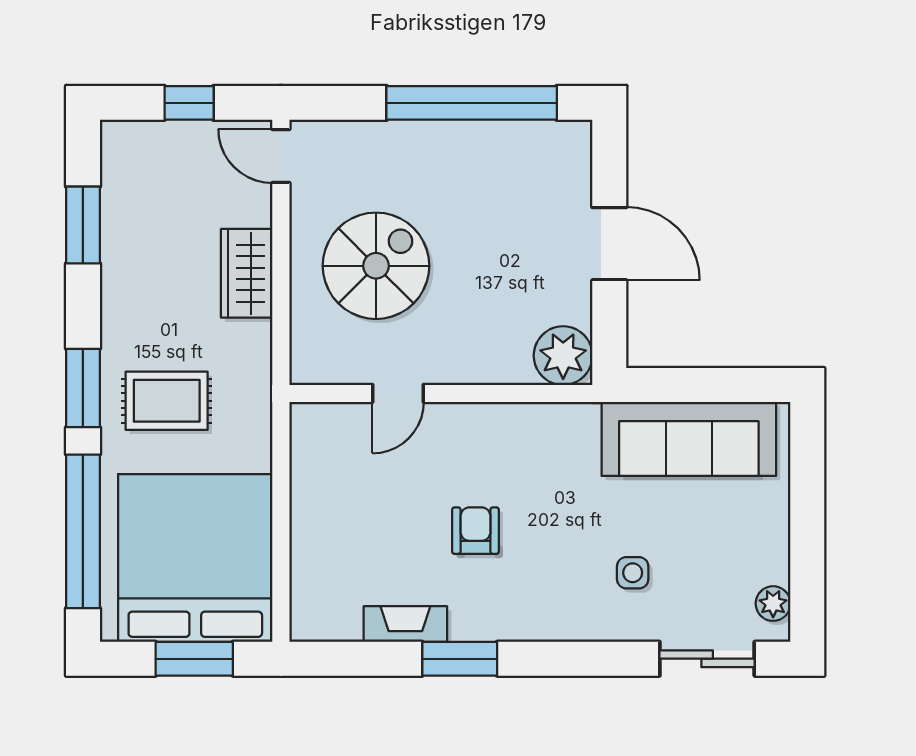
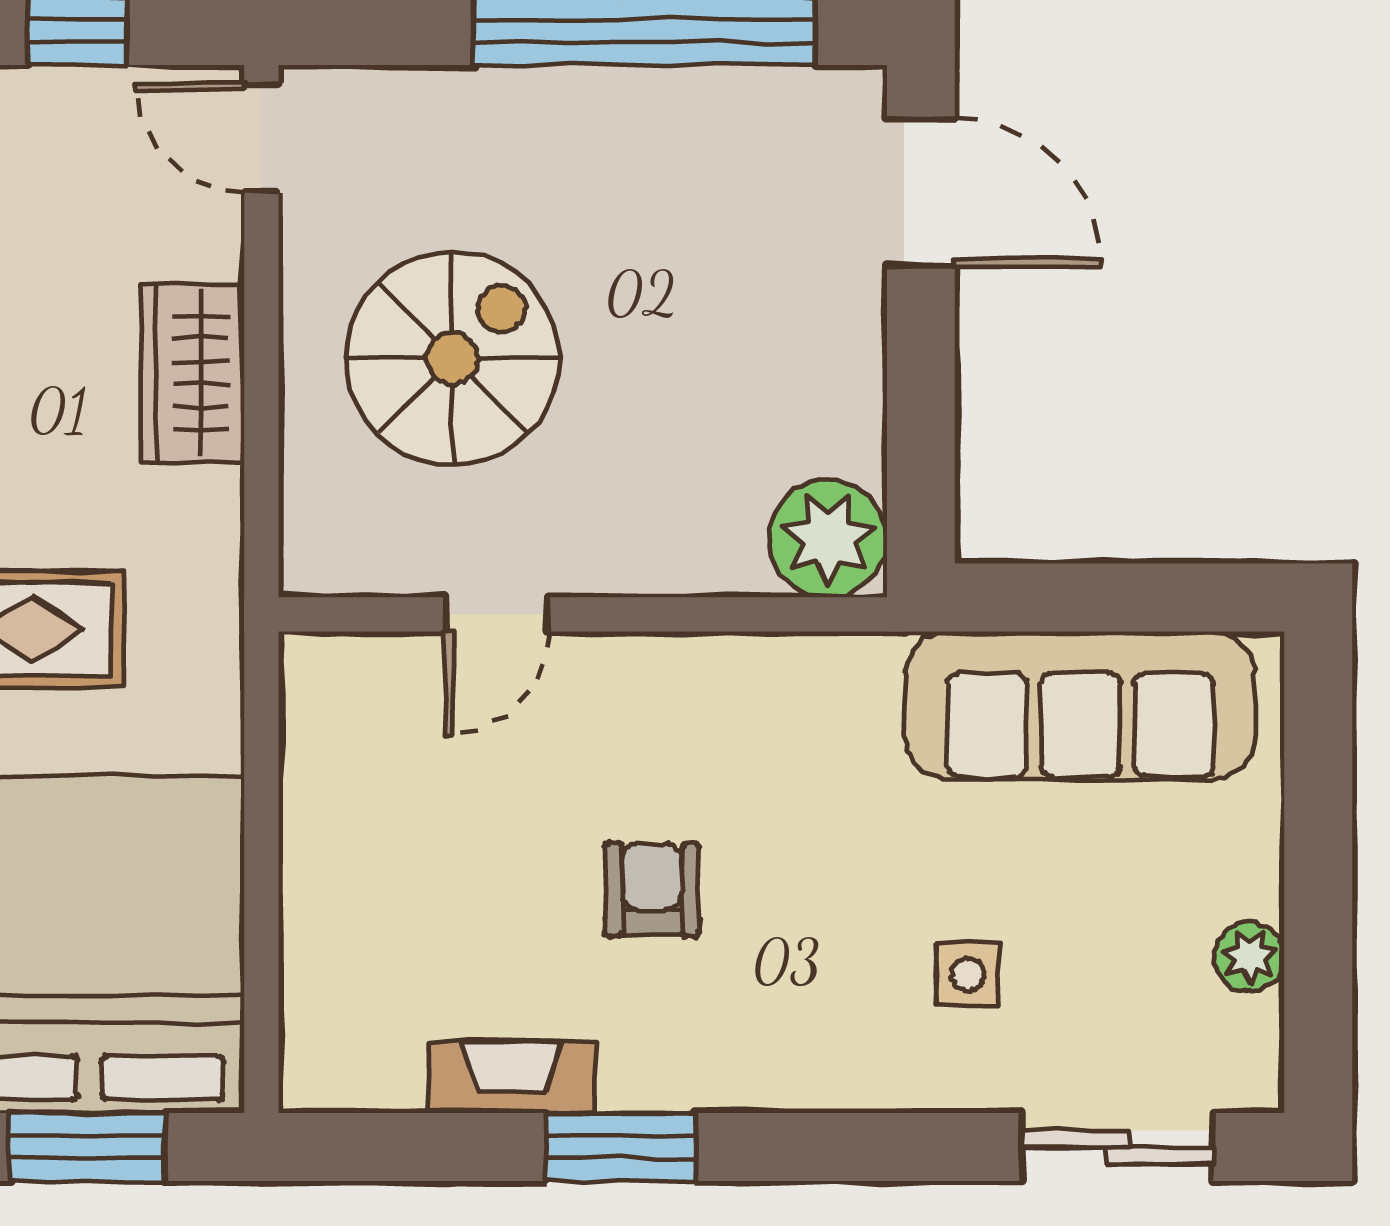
door: (609, 244) -> (921, 192), moved
plant: (773, 604) -> (1250, 957), moved

